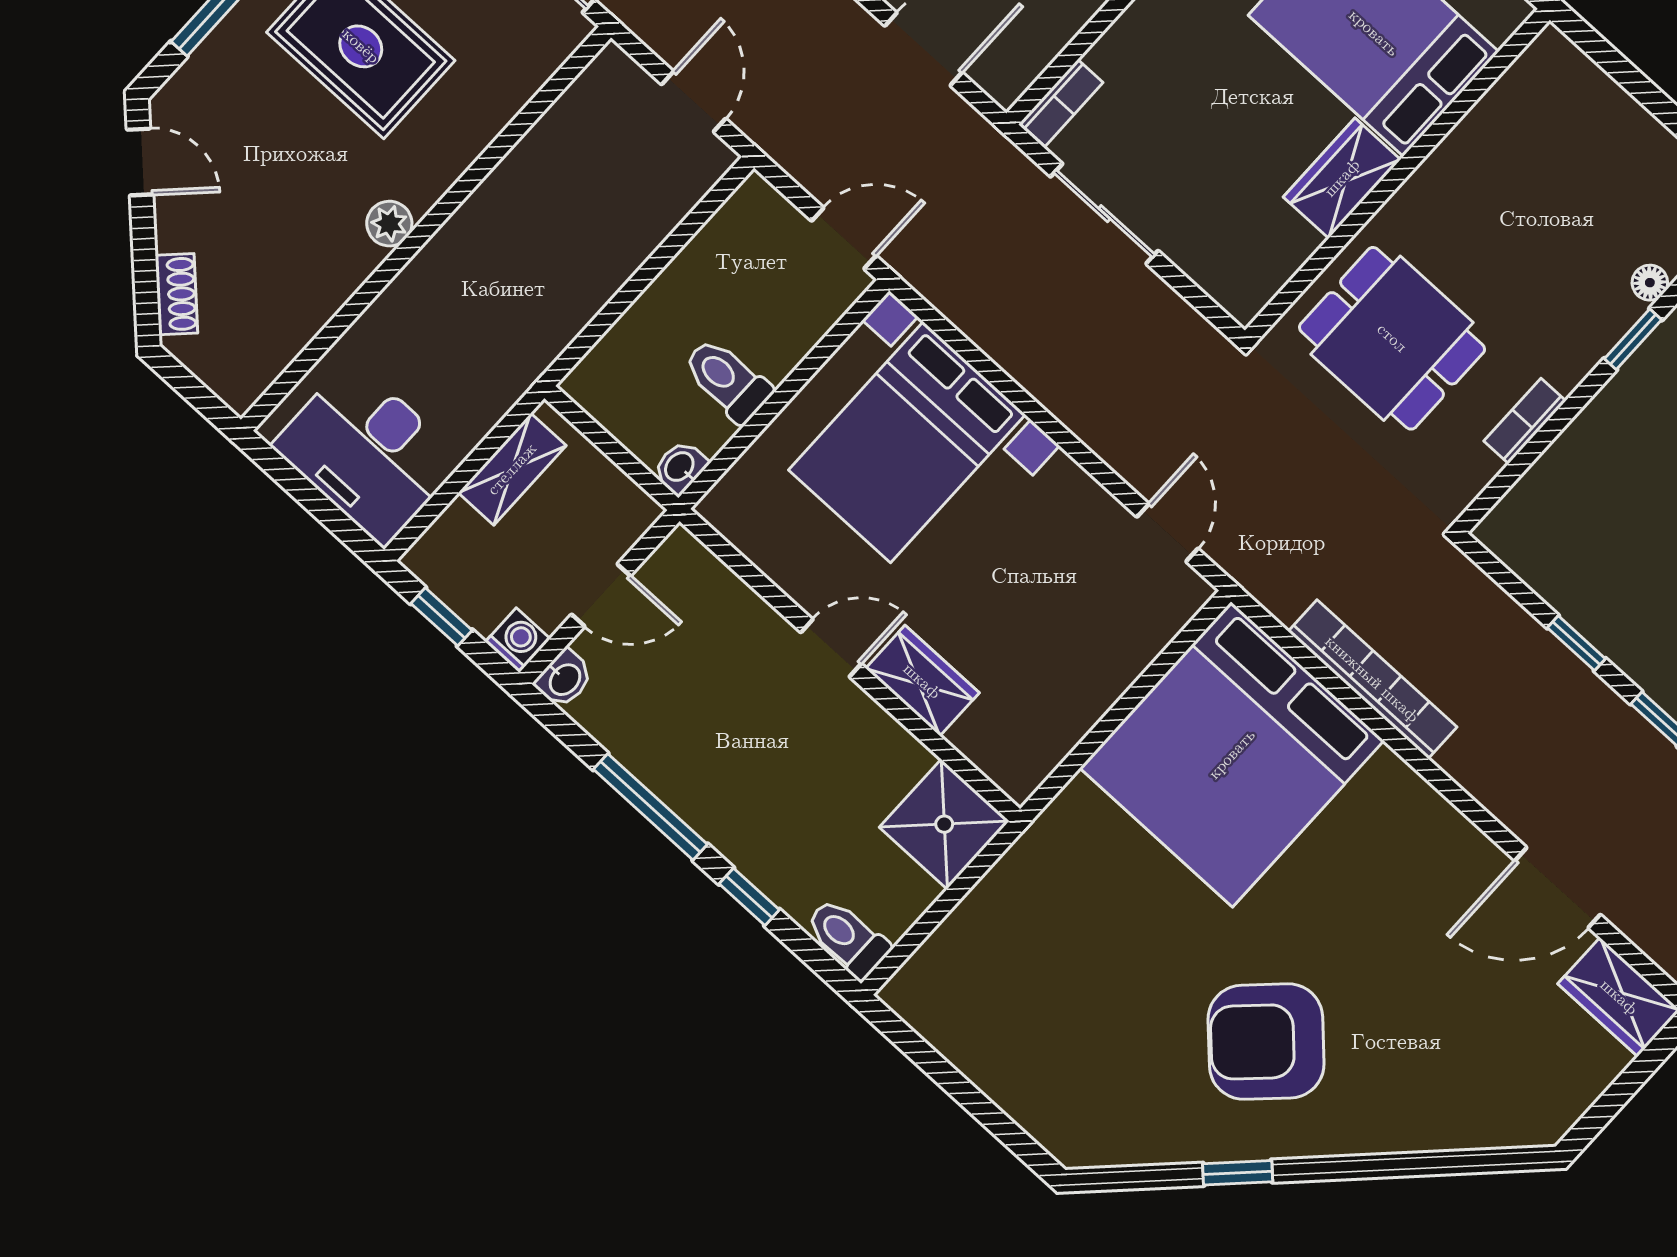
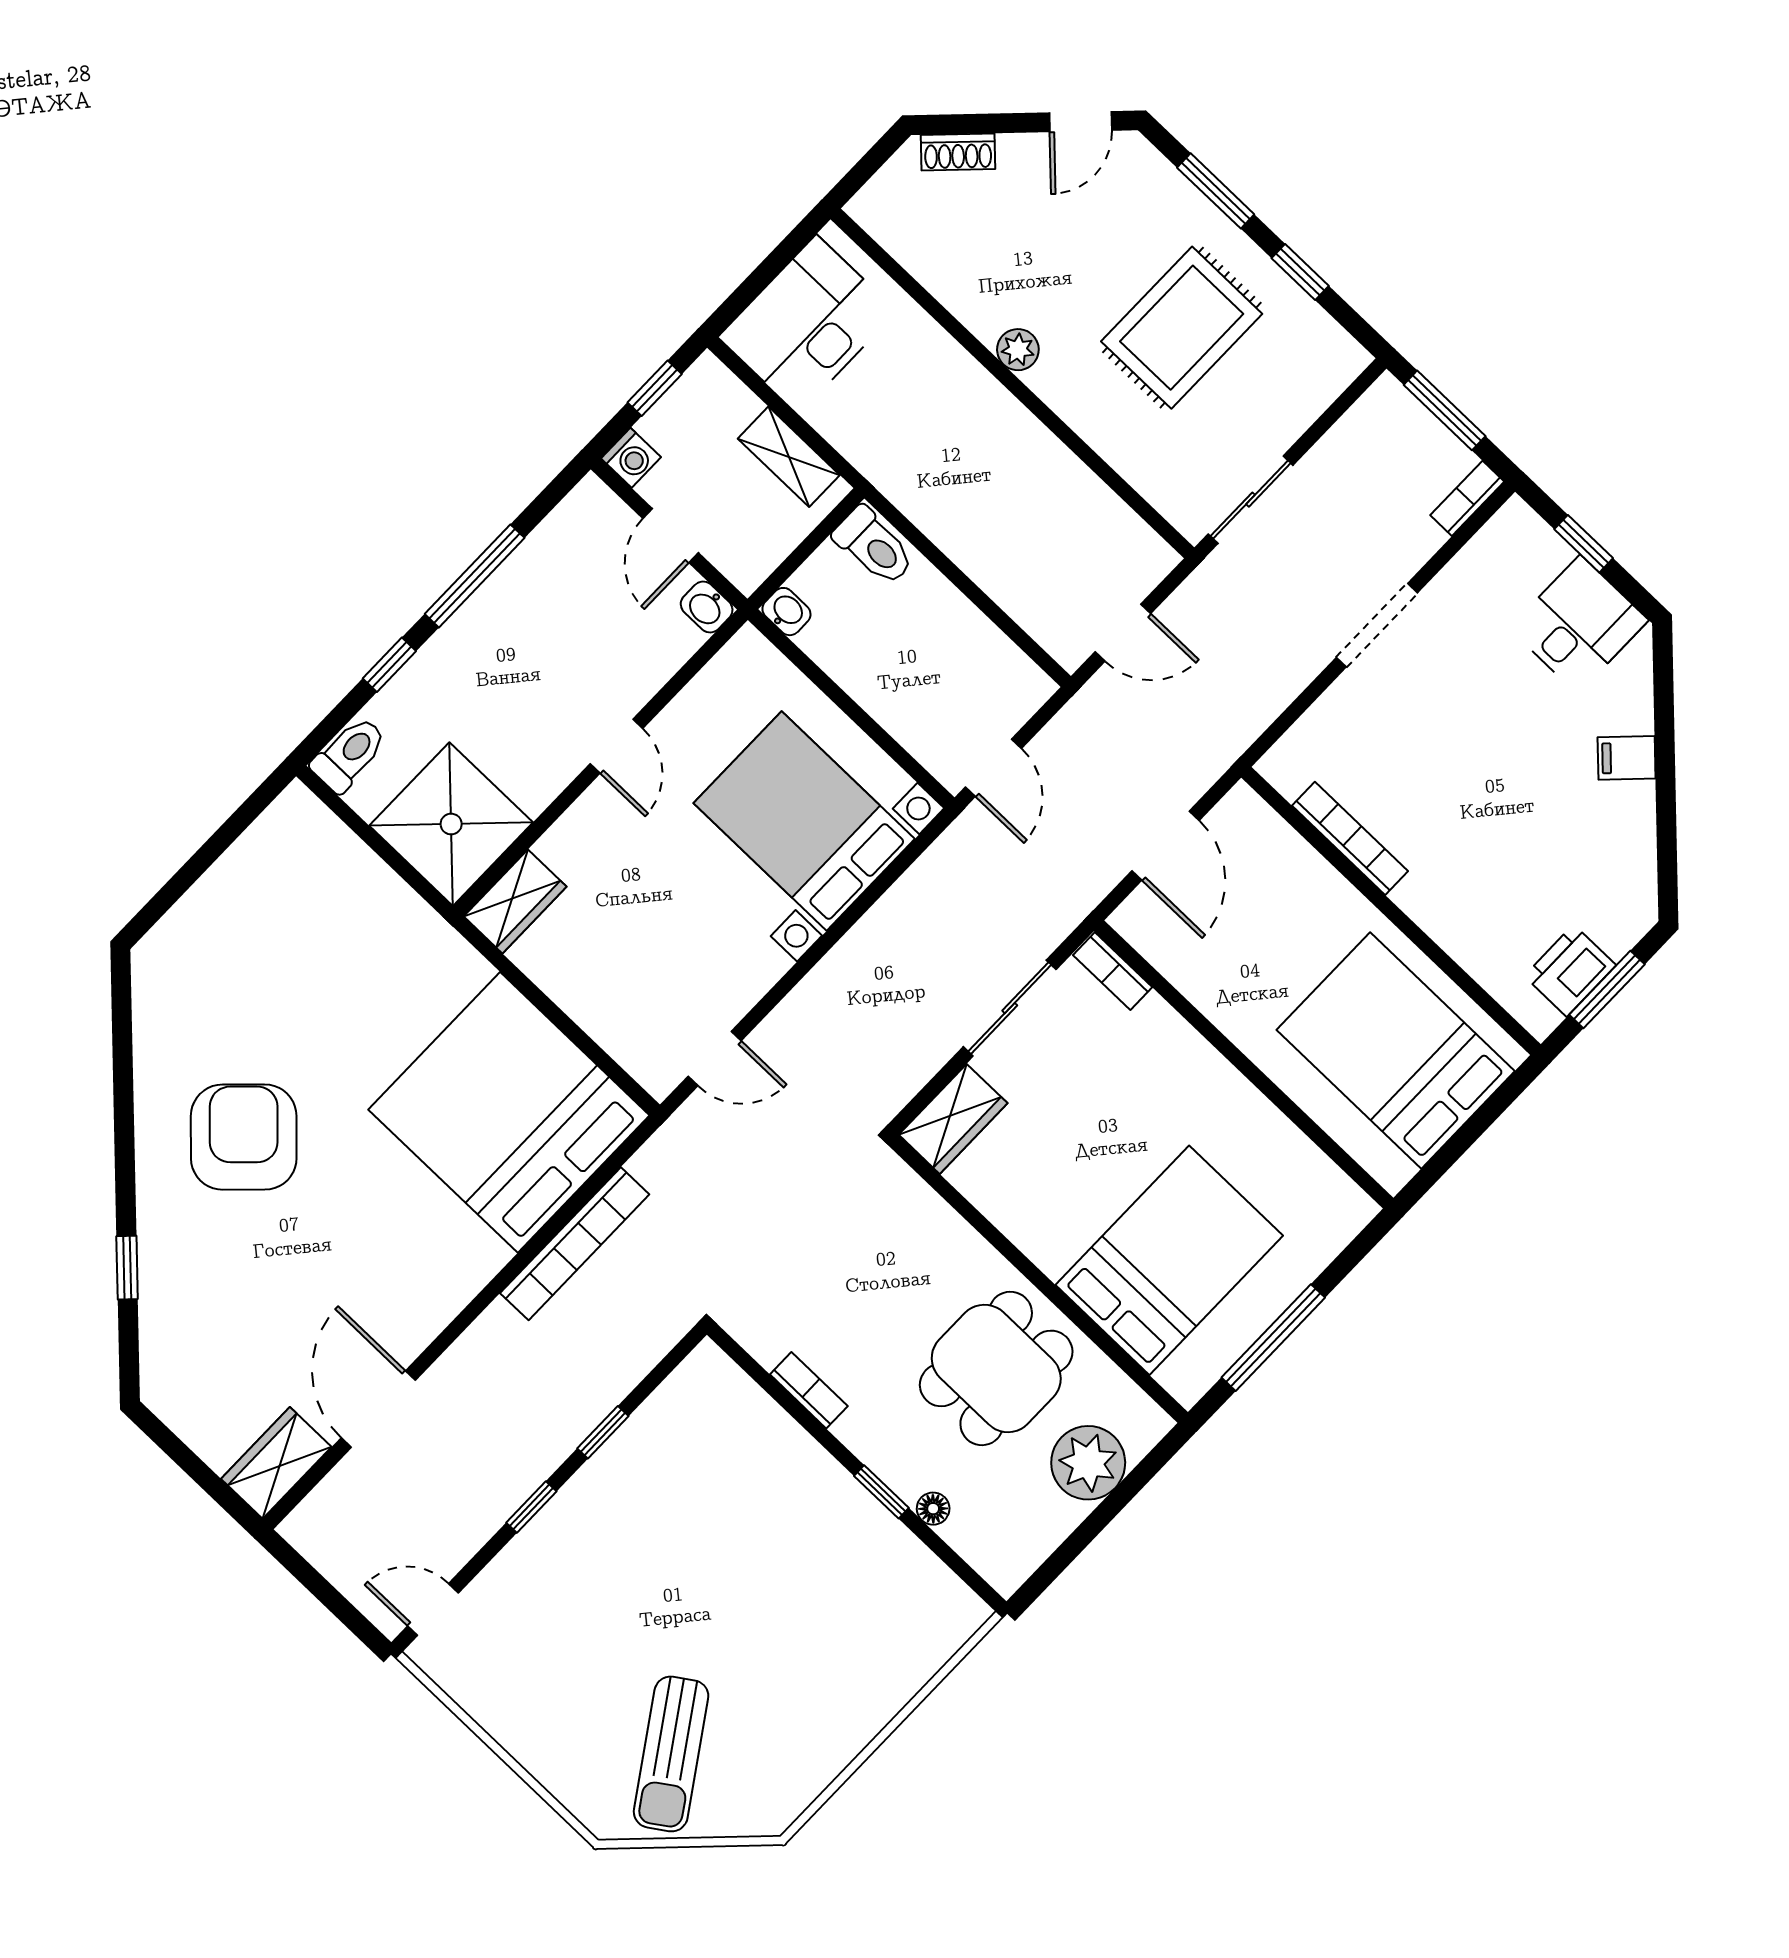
plant: (1596, 116) -> (1088, 1463), added
wardrobe: (1342, 178) -> (953, 1119), moved, turned 90
dining table: (1392, 338) -> (996, 1368), moved
toilet: (727, 380) -> (874, 546), moved, turned 90
washbasin: (564, 679) -> (707, 607), moved
wardrobe: (922, 681) -> (515, 901), moved
shower: (944, 824) -> (451, 824), width x1.37, depth x1.37
window: (1238, 1173) -> (127, 1268), moved

